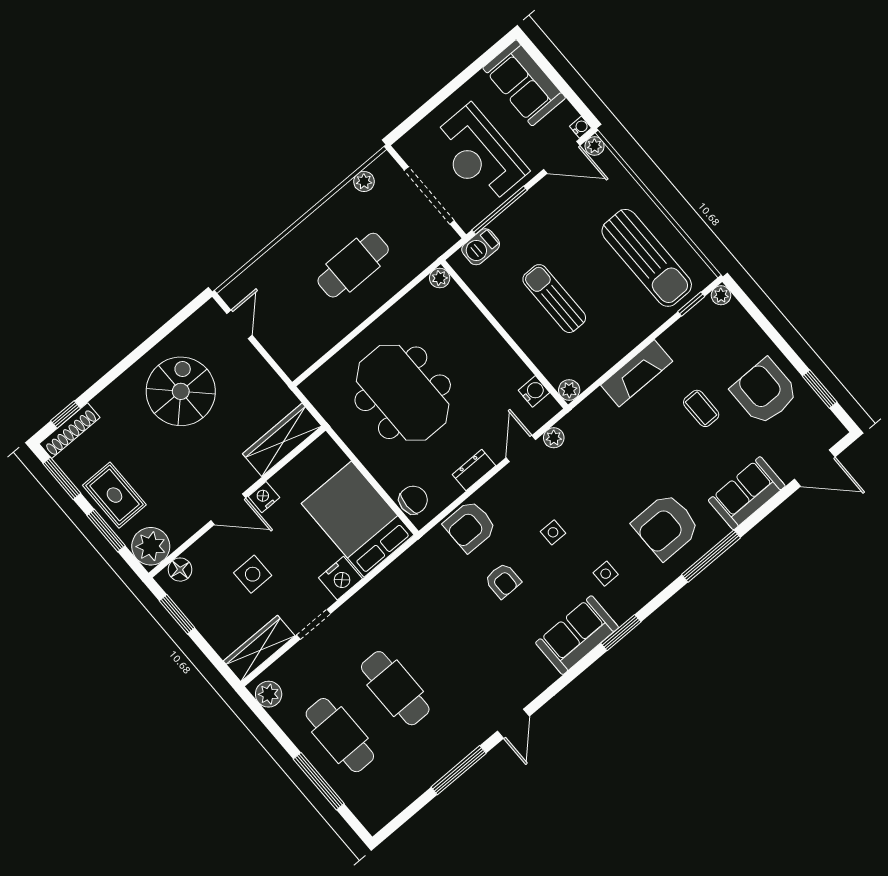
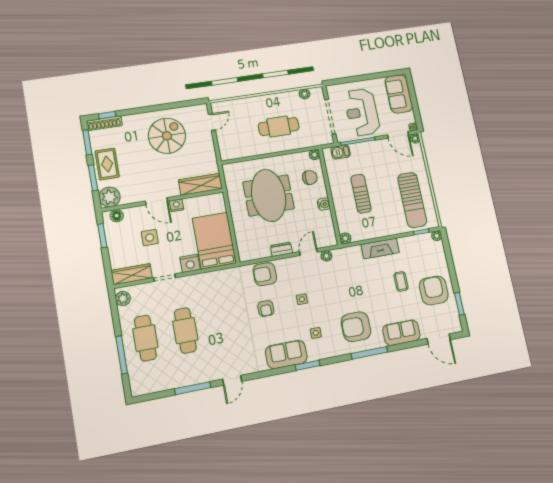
water cooler: (534, 391) -> (324, 204), moved
chair: (413, 500) -> (310, 178), moved

